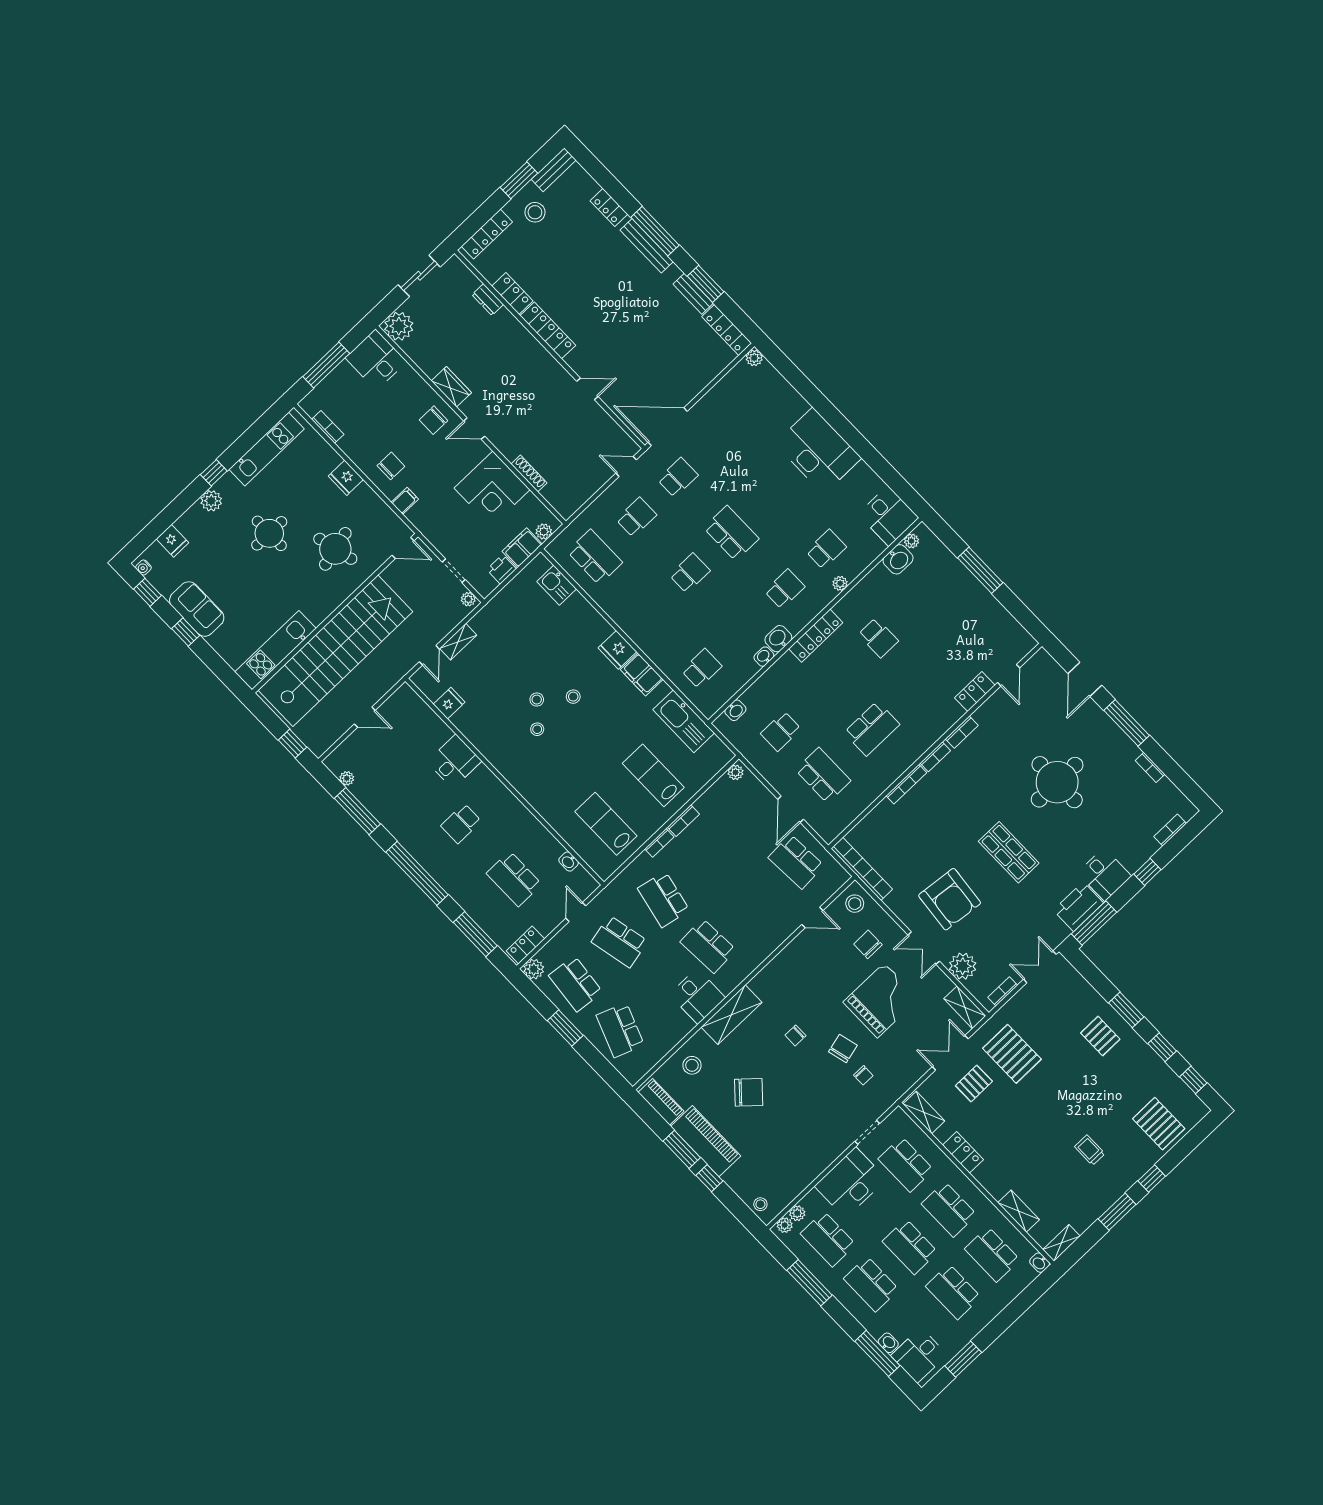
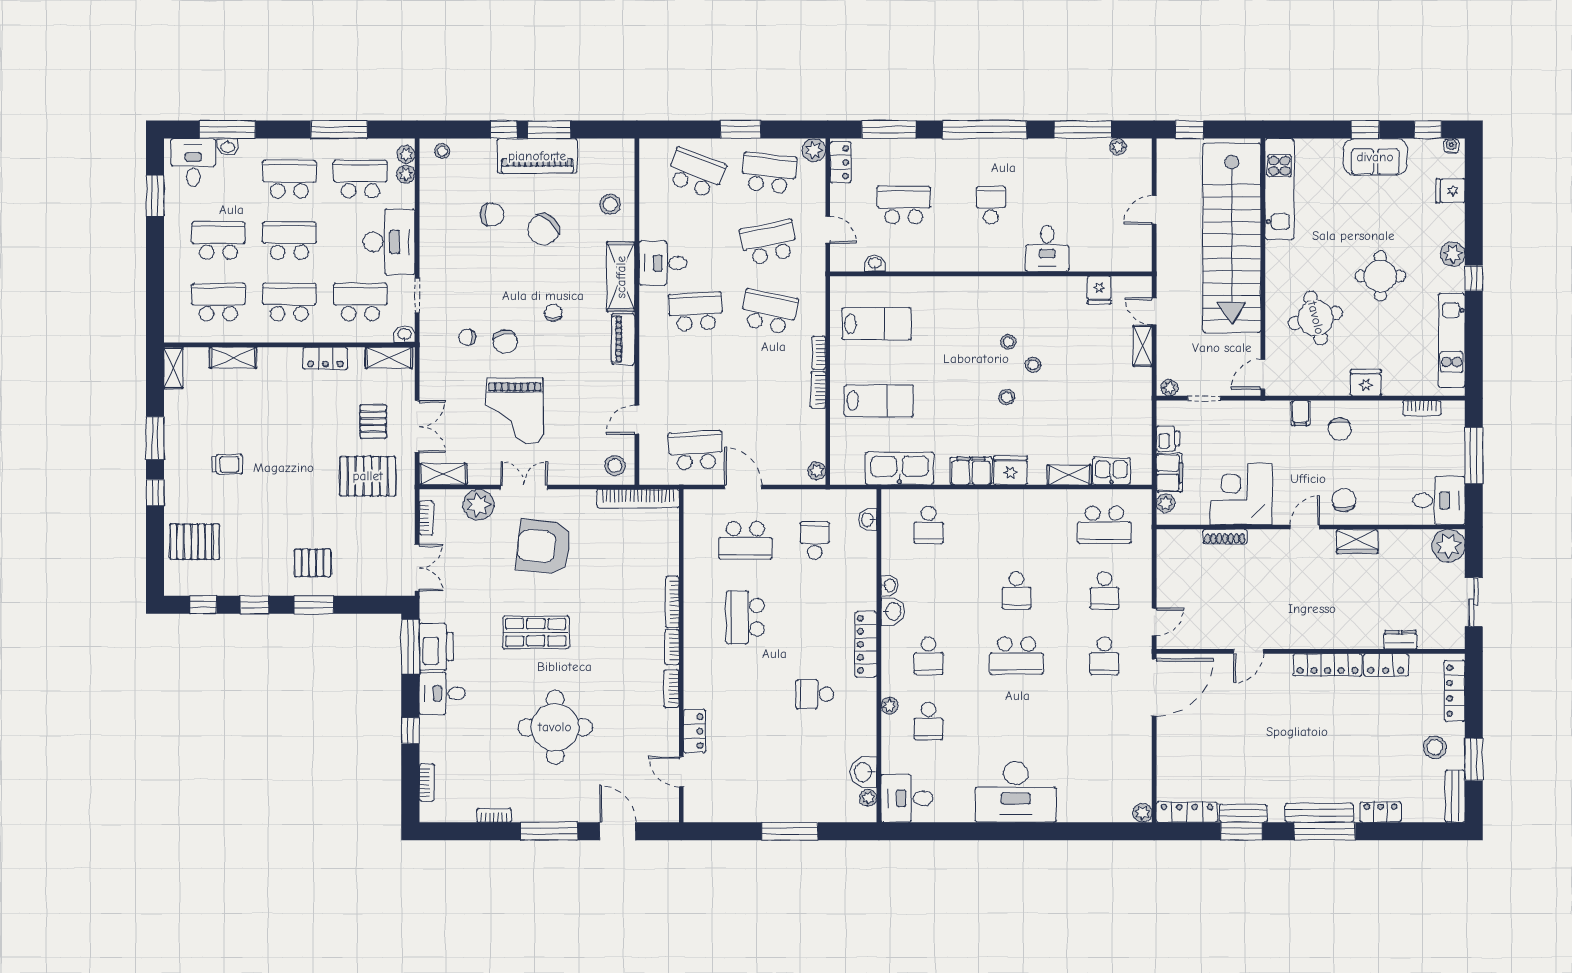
shelving: (585, 610) -> (1069, 475), added
chair: (868, 944) -> (492, 215), moved
piano: (661, 1102) -> (623, 339), moved, turned 90
washbasin: (1040, 1263) -> (404, 334), moved

